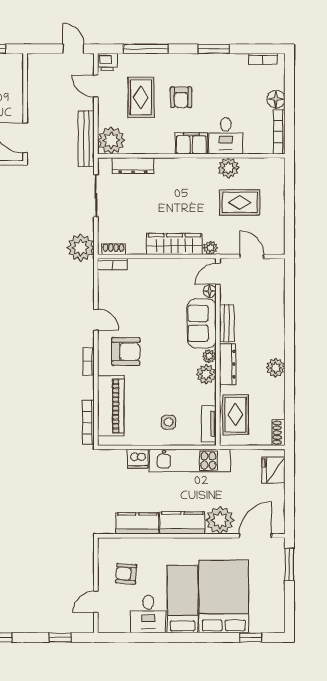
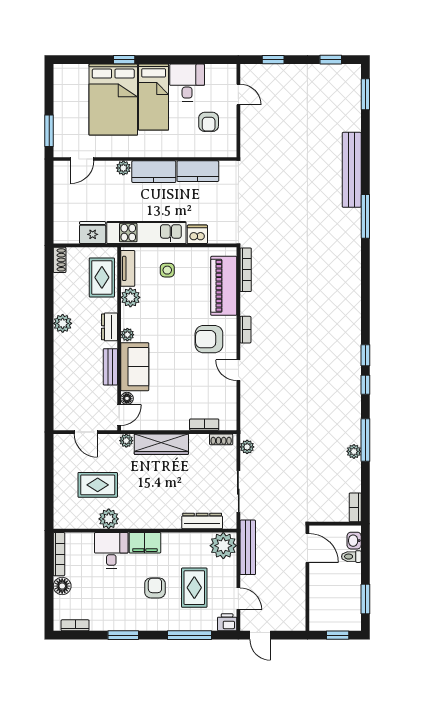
plant: (81, 248) -> (247, 447), width x0.53, depth x0.53
bookcase: (112, 264) -> (204, 425), moved
dresser: (228, 364) -> (109, 327), width x0.70
plant: (206, 374) -> (130, 297), moved
fridge: (274, 470) -> (93, 233), moved, turned -90
plant: (220, 520) -> (123, 168), width x0.53, depth x0.53
door: (255, 536) -> (82, 159), width x0.73
armchair: (126, 574) -> (209, 122), turned 86
door: (96, 602) -> (238, 94), hinge flipped
window: (251, 637) -> (124, 60), moved

